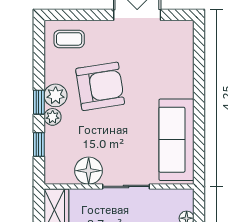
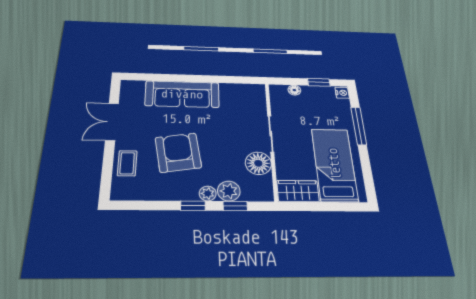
coffee table: (69, 39) -> (127, 163), moved
plant: (56, 95) -> (229, 191), moved
sofa: (176, 140) -> (182, 94), moved

